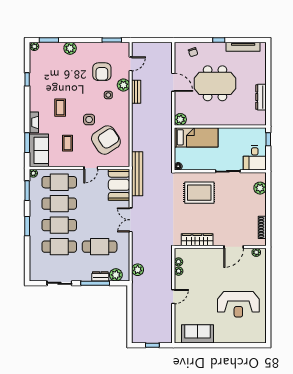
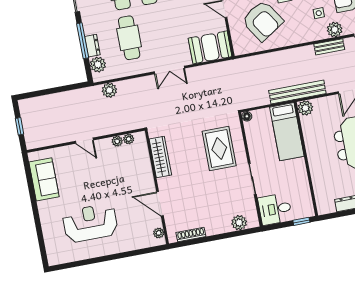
bench: (137, 174) -> (297, 92), moved
double door: (131, 220) -> (169, 70), swing flipped
reception desk: (238, 304) -> (90, 223), turned 90

